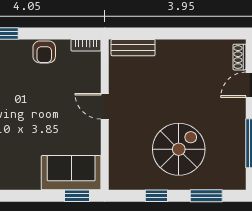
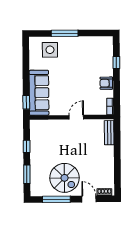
spiral stairs: (179, 149) -> (65, 178), moved
sofa: (71, 173) -> (39, 93), width x1.36

